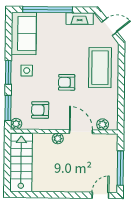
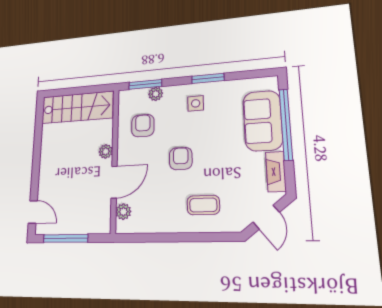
sofa: (24, 33) -> (263, 121), moved, turned 90
coffee table: (100, 68) -> (203, 205), width x0.54, depth x0.58
window: (8, 72) -> (208, 78), moved
plant: (16, 124) -> (156, 94), moved

